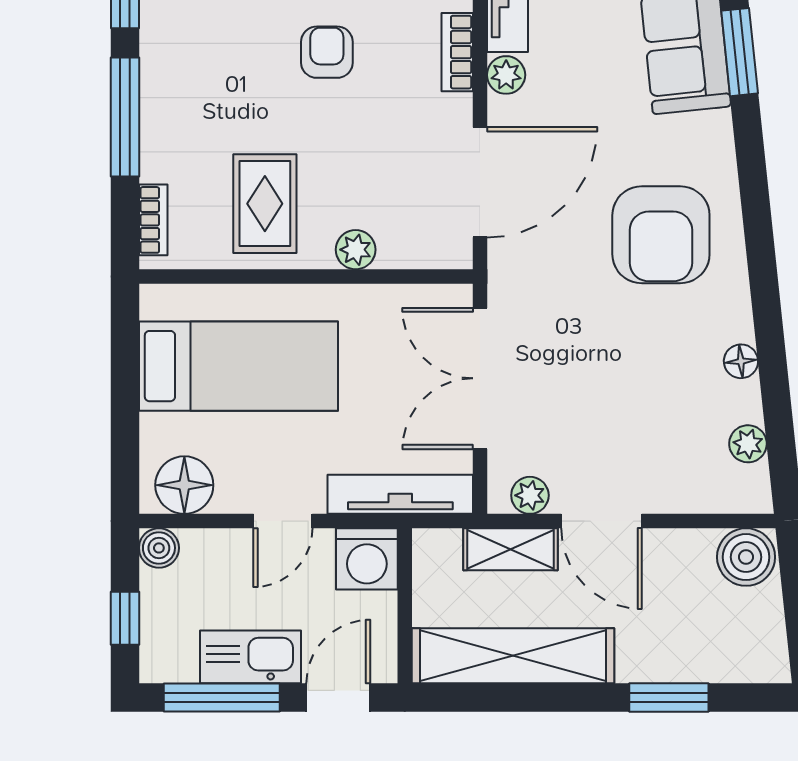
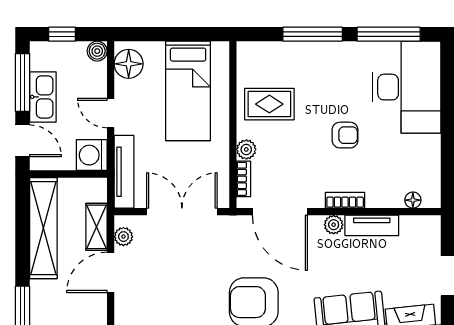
bookcase: (153, 220) -> (244, 179), moved, turned -90

